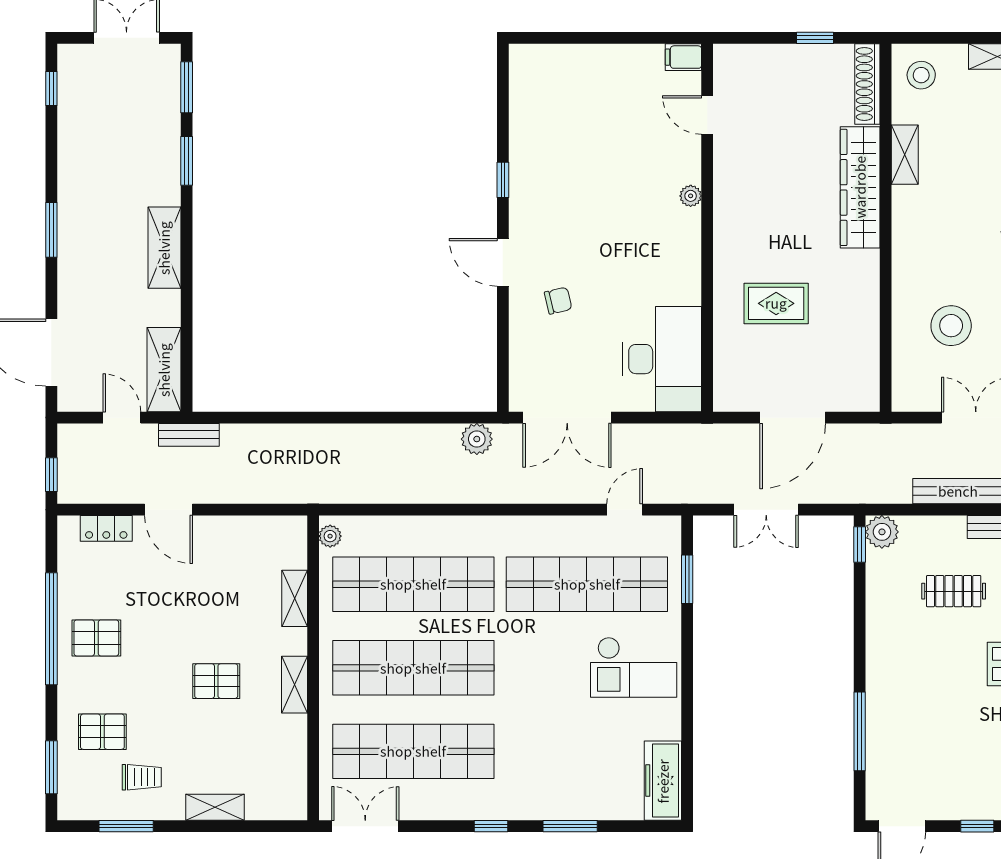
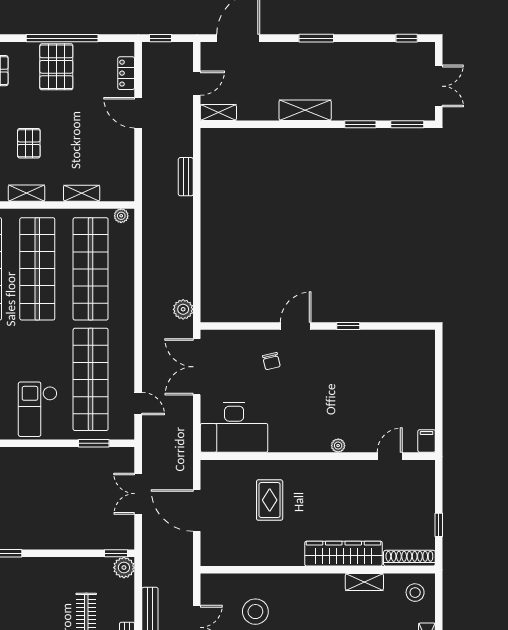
shelving: (164, 370) -> (218, 113), width x0.67, depth x0.75
bench: (189, 435) -> (186, 177), moved
door: (169, 510) -> (138, 113), hinge flipped
pallet: (96, 638) -> (56, 67), width x1.50, depth x1.42

